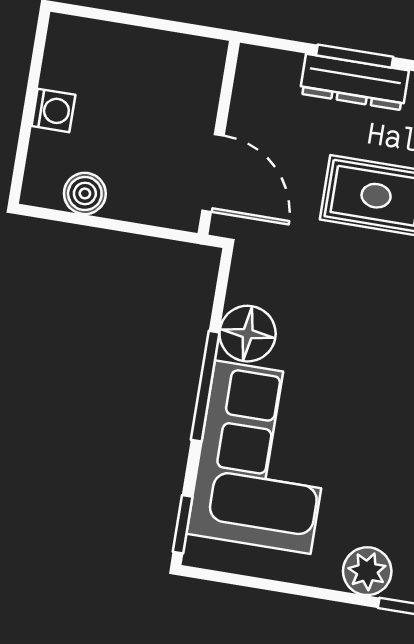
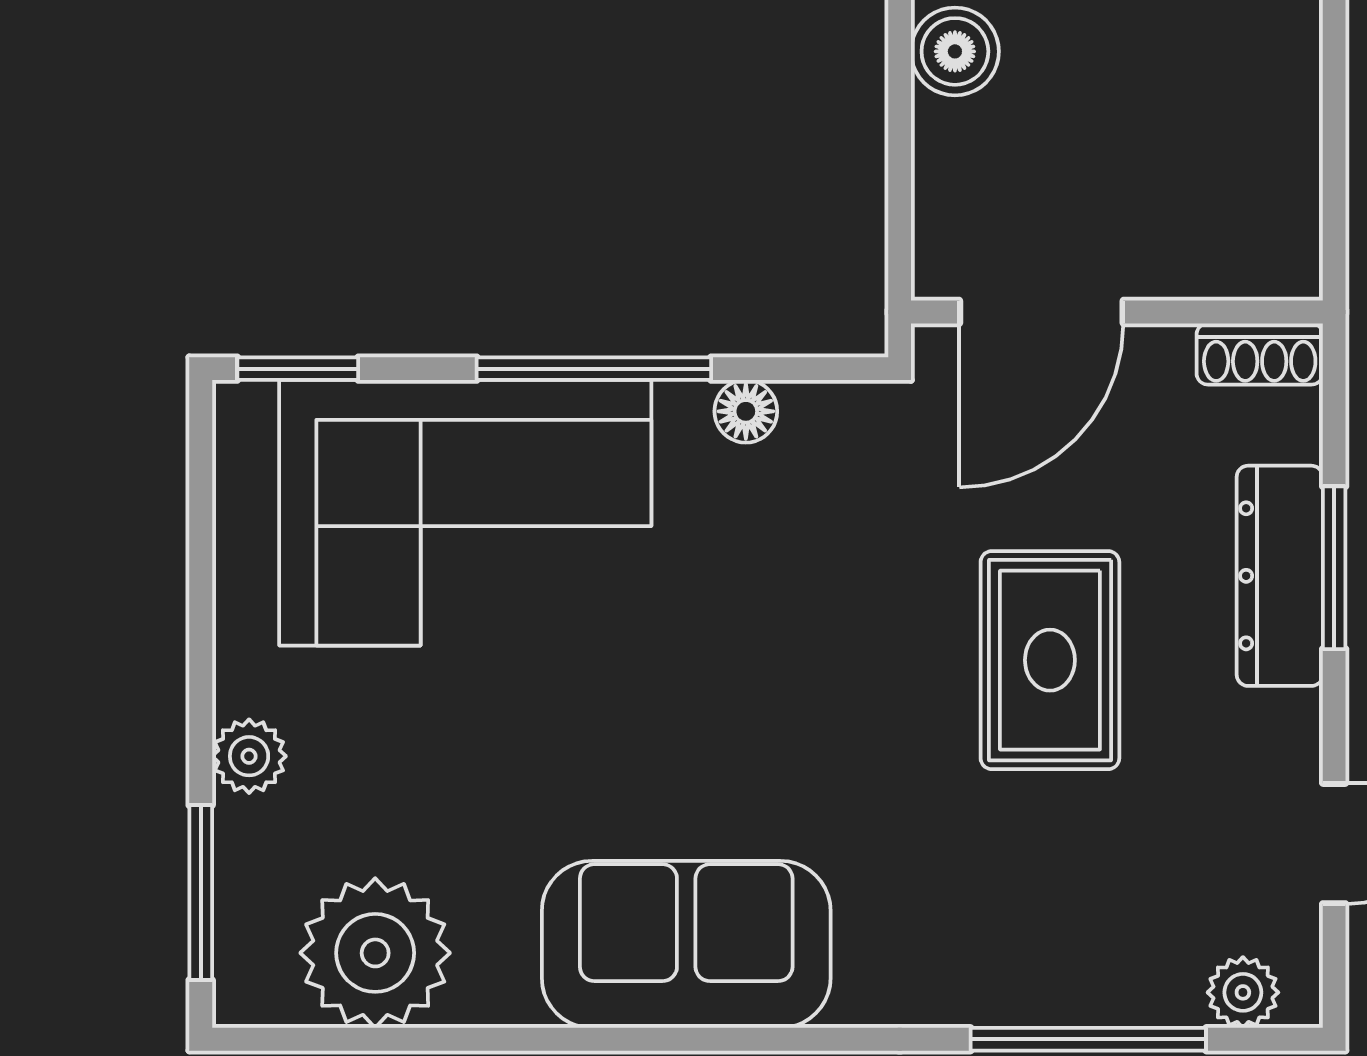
shoe rack: (249, 74) -> (1260, 354), added
floor lamp: (248, 334) -> (746, 411), width x0.53, depth x0.53
plant: (367, 571) -> (249, 756), width x0.73, depth x0.73

